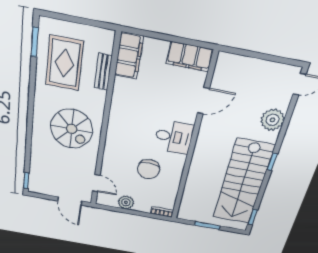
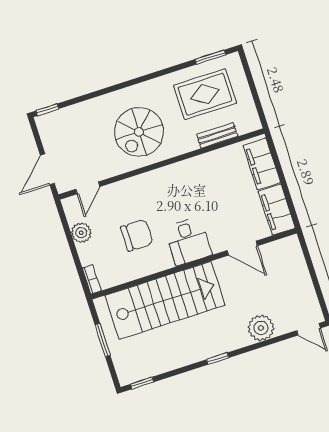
filing cabinet: (129, 56) -> (262, 164), moved, turned 90
chair: (149, 169) -> (137, 235), turned 180
stairs: (243, 182) -> (165, 300), moved, turned 180

